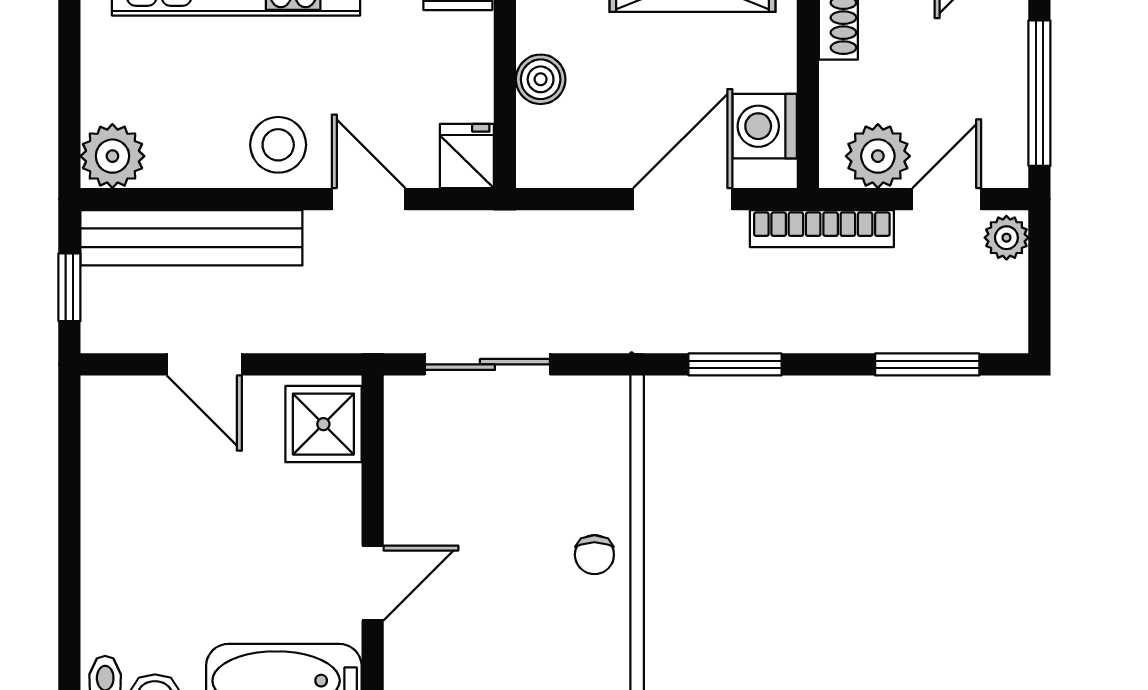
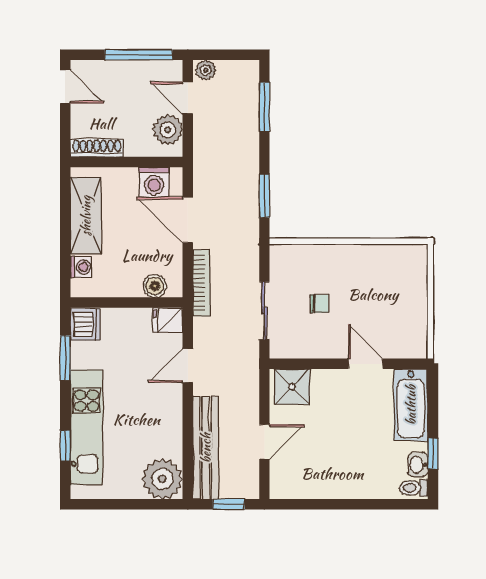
boiler: (541, 79) -> (155, 286), moved
stool: (278, 145) -> (163, 408), removed
plant: (112, 156) -> (162, 479), width x1.36, depth x1.36
bookcase: (822, 229) -> (201, 283), moved
chair: (594, 555) -> (319, 304), moved

